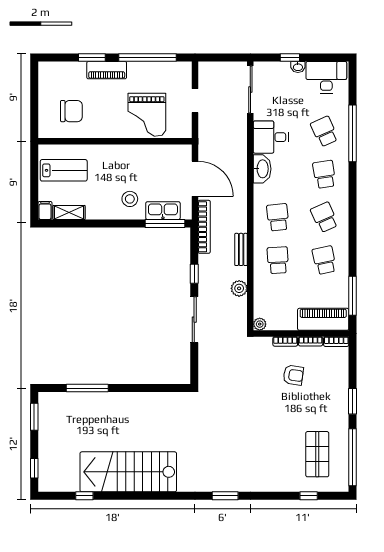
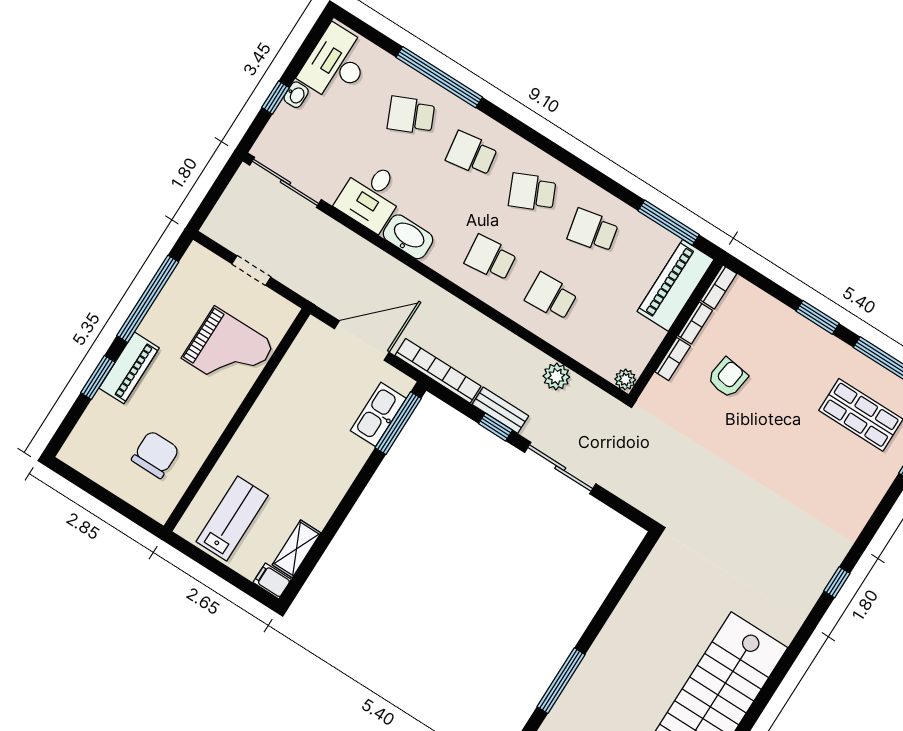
stool: (130, 199) -> (332, 451), removed
bench: (241, 249) -> (500, 410), moved
window: (225, 496) -> (837, 582), width x0.67

